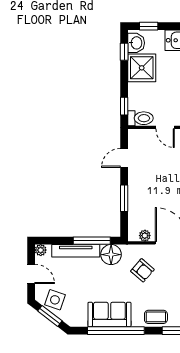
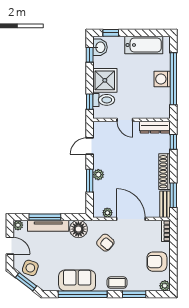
shower: (142, 68) -> (105, 80), moved
toilet: (140, 118) -> (104, 100), moved
plant: (134, 191) -> (98, 175), added
window: (92, 241) -> (45, 217), moved

